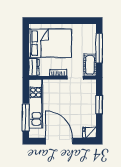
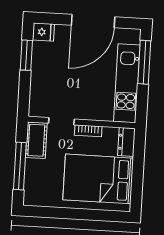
window: (99, 105) -> (26, 55), moved
door: (59, 141) -> (93, 21), hinge flipped

